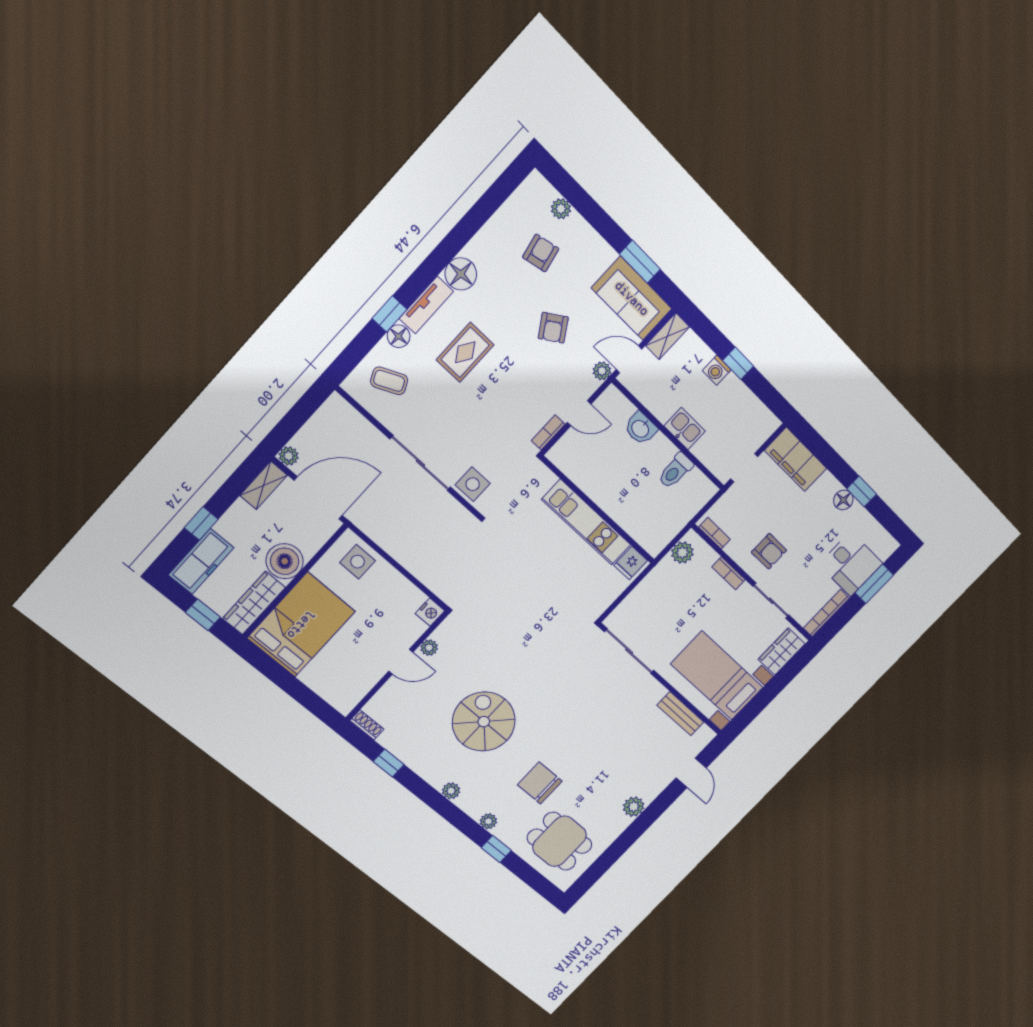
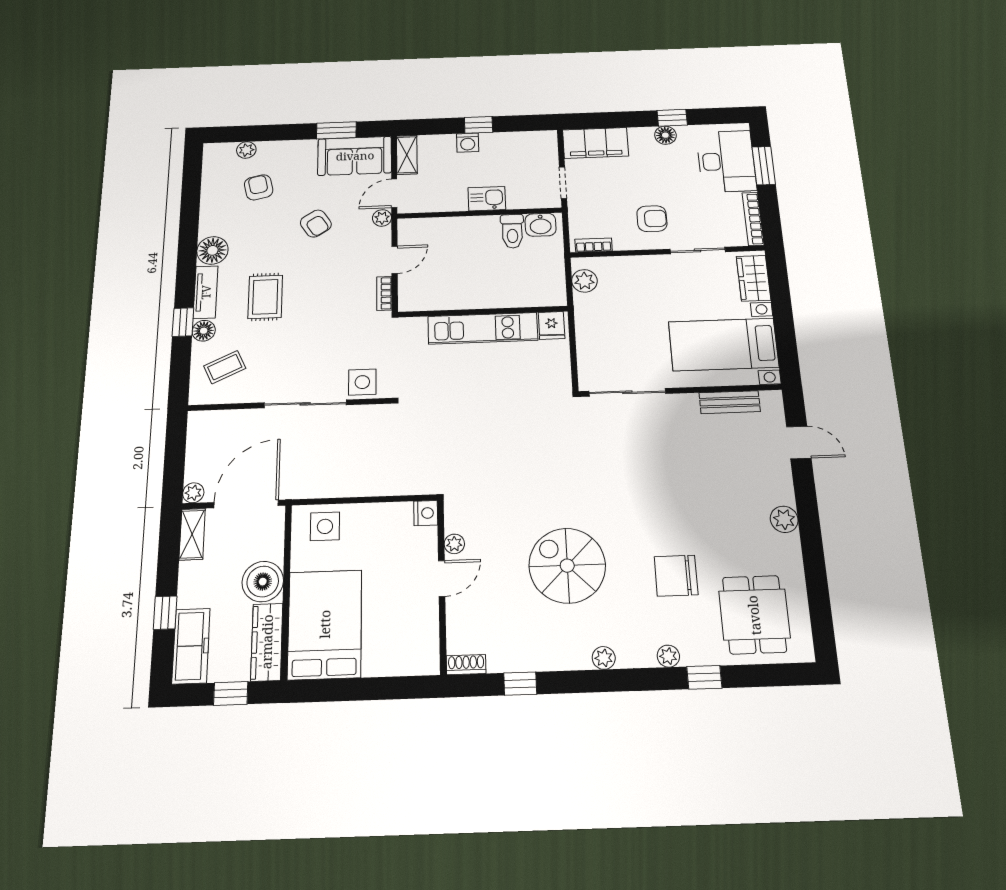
washbasin: (641, 428) -> (541, 225), moved
desk: (851, 564) -> (726, 161), width x1.37
bookcase: (728, 573) -> (639, 262), removed
dining table: (560, 841) -> (754, 615), turned 90

